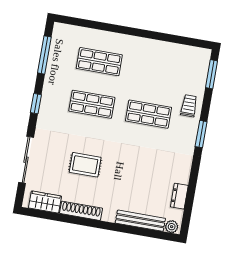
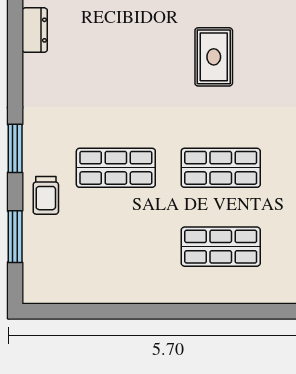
window: (211, 74) -> (15, 237), moved
rug: (85, 165) -> (214, 57), turned 90

